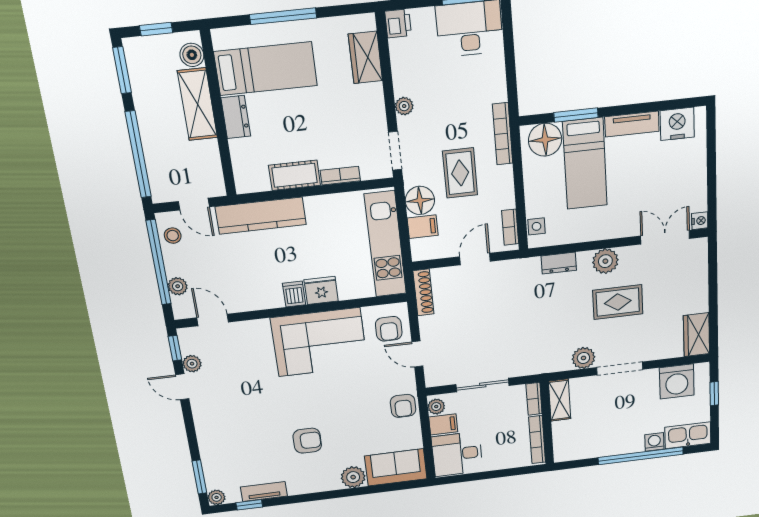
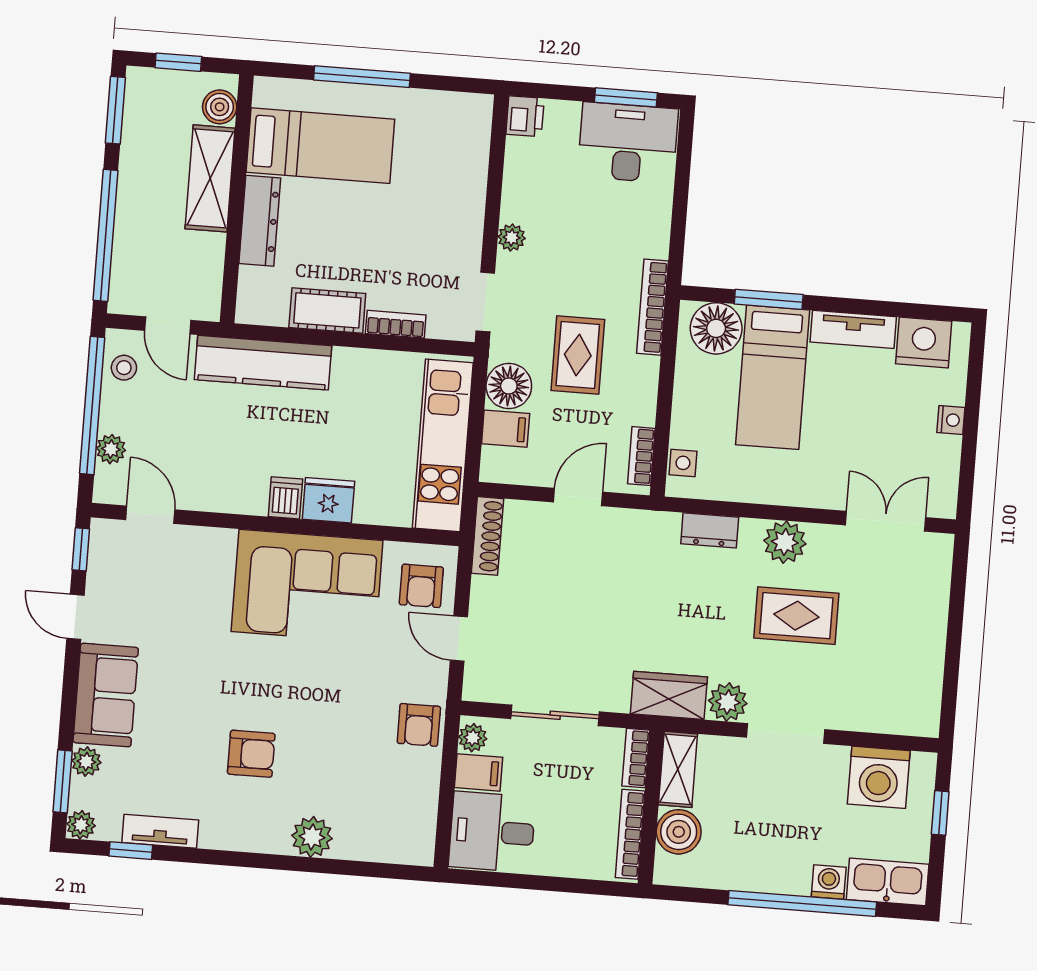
wardrobe: (365, 57) -> (468, 156), removed
dresser: (236, 117) -> (260, 221), width x1.44
nightstand: (700, 221) -> (951, 420), moved
wardrobe: (697, 335) -> (669, 695), moved, turned 90
plant: (192, 364) -> (86, 762), moved
boiler: (565, 433) -> (679, 832), added
sofa: (396, 467) -> (106, 695), moved, turned 90

